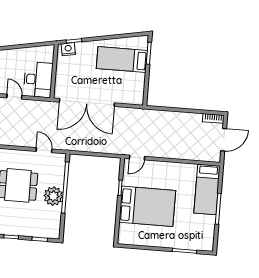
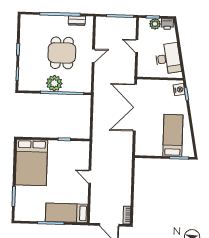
desk: (38, 80) -> (168, 58), moved, turned -100
door: (14, 97) -> (137, 46), swing flipped
door: (44, 150) -> (93, 56), moved
door: (137, 158) -> (90, 177), moved
bed: (147, 206) -> (31, 163), moved

